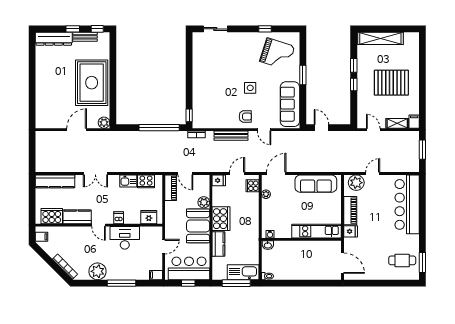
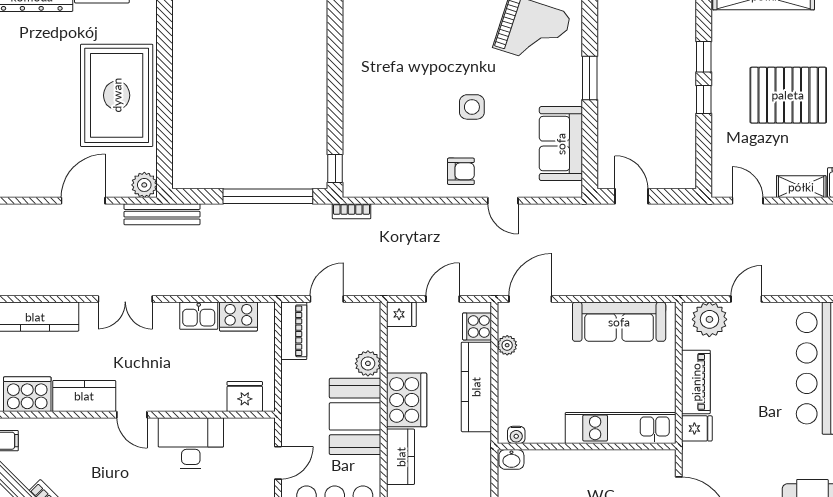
sofa: (290, 104) -> (561, 144), width x0.73
bench: (231, 136) -> (162, 214), moved
door: (185, 174) -> (327, 299), swing flipped
kitchen counter: (252, 213) -> (476, 387), added
dishwasher: (119, 218) -> (177, 398), removed

